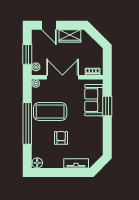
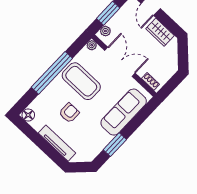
sofa: (94, 100) -> (124, 112), width x1.36
window: (107, 106) -> (115, 145), moved
tv unit: (76, 163) -> (57, 143), width x1.41

